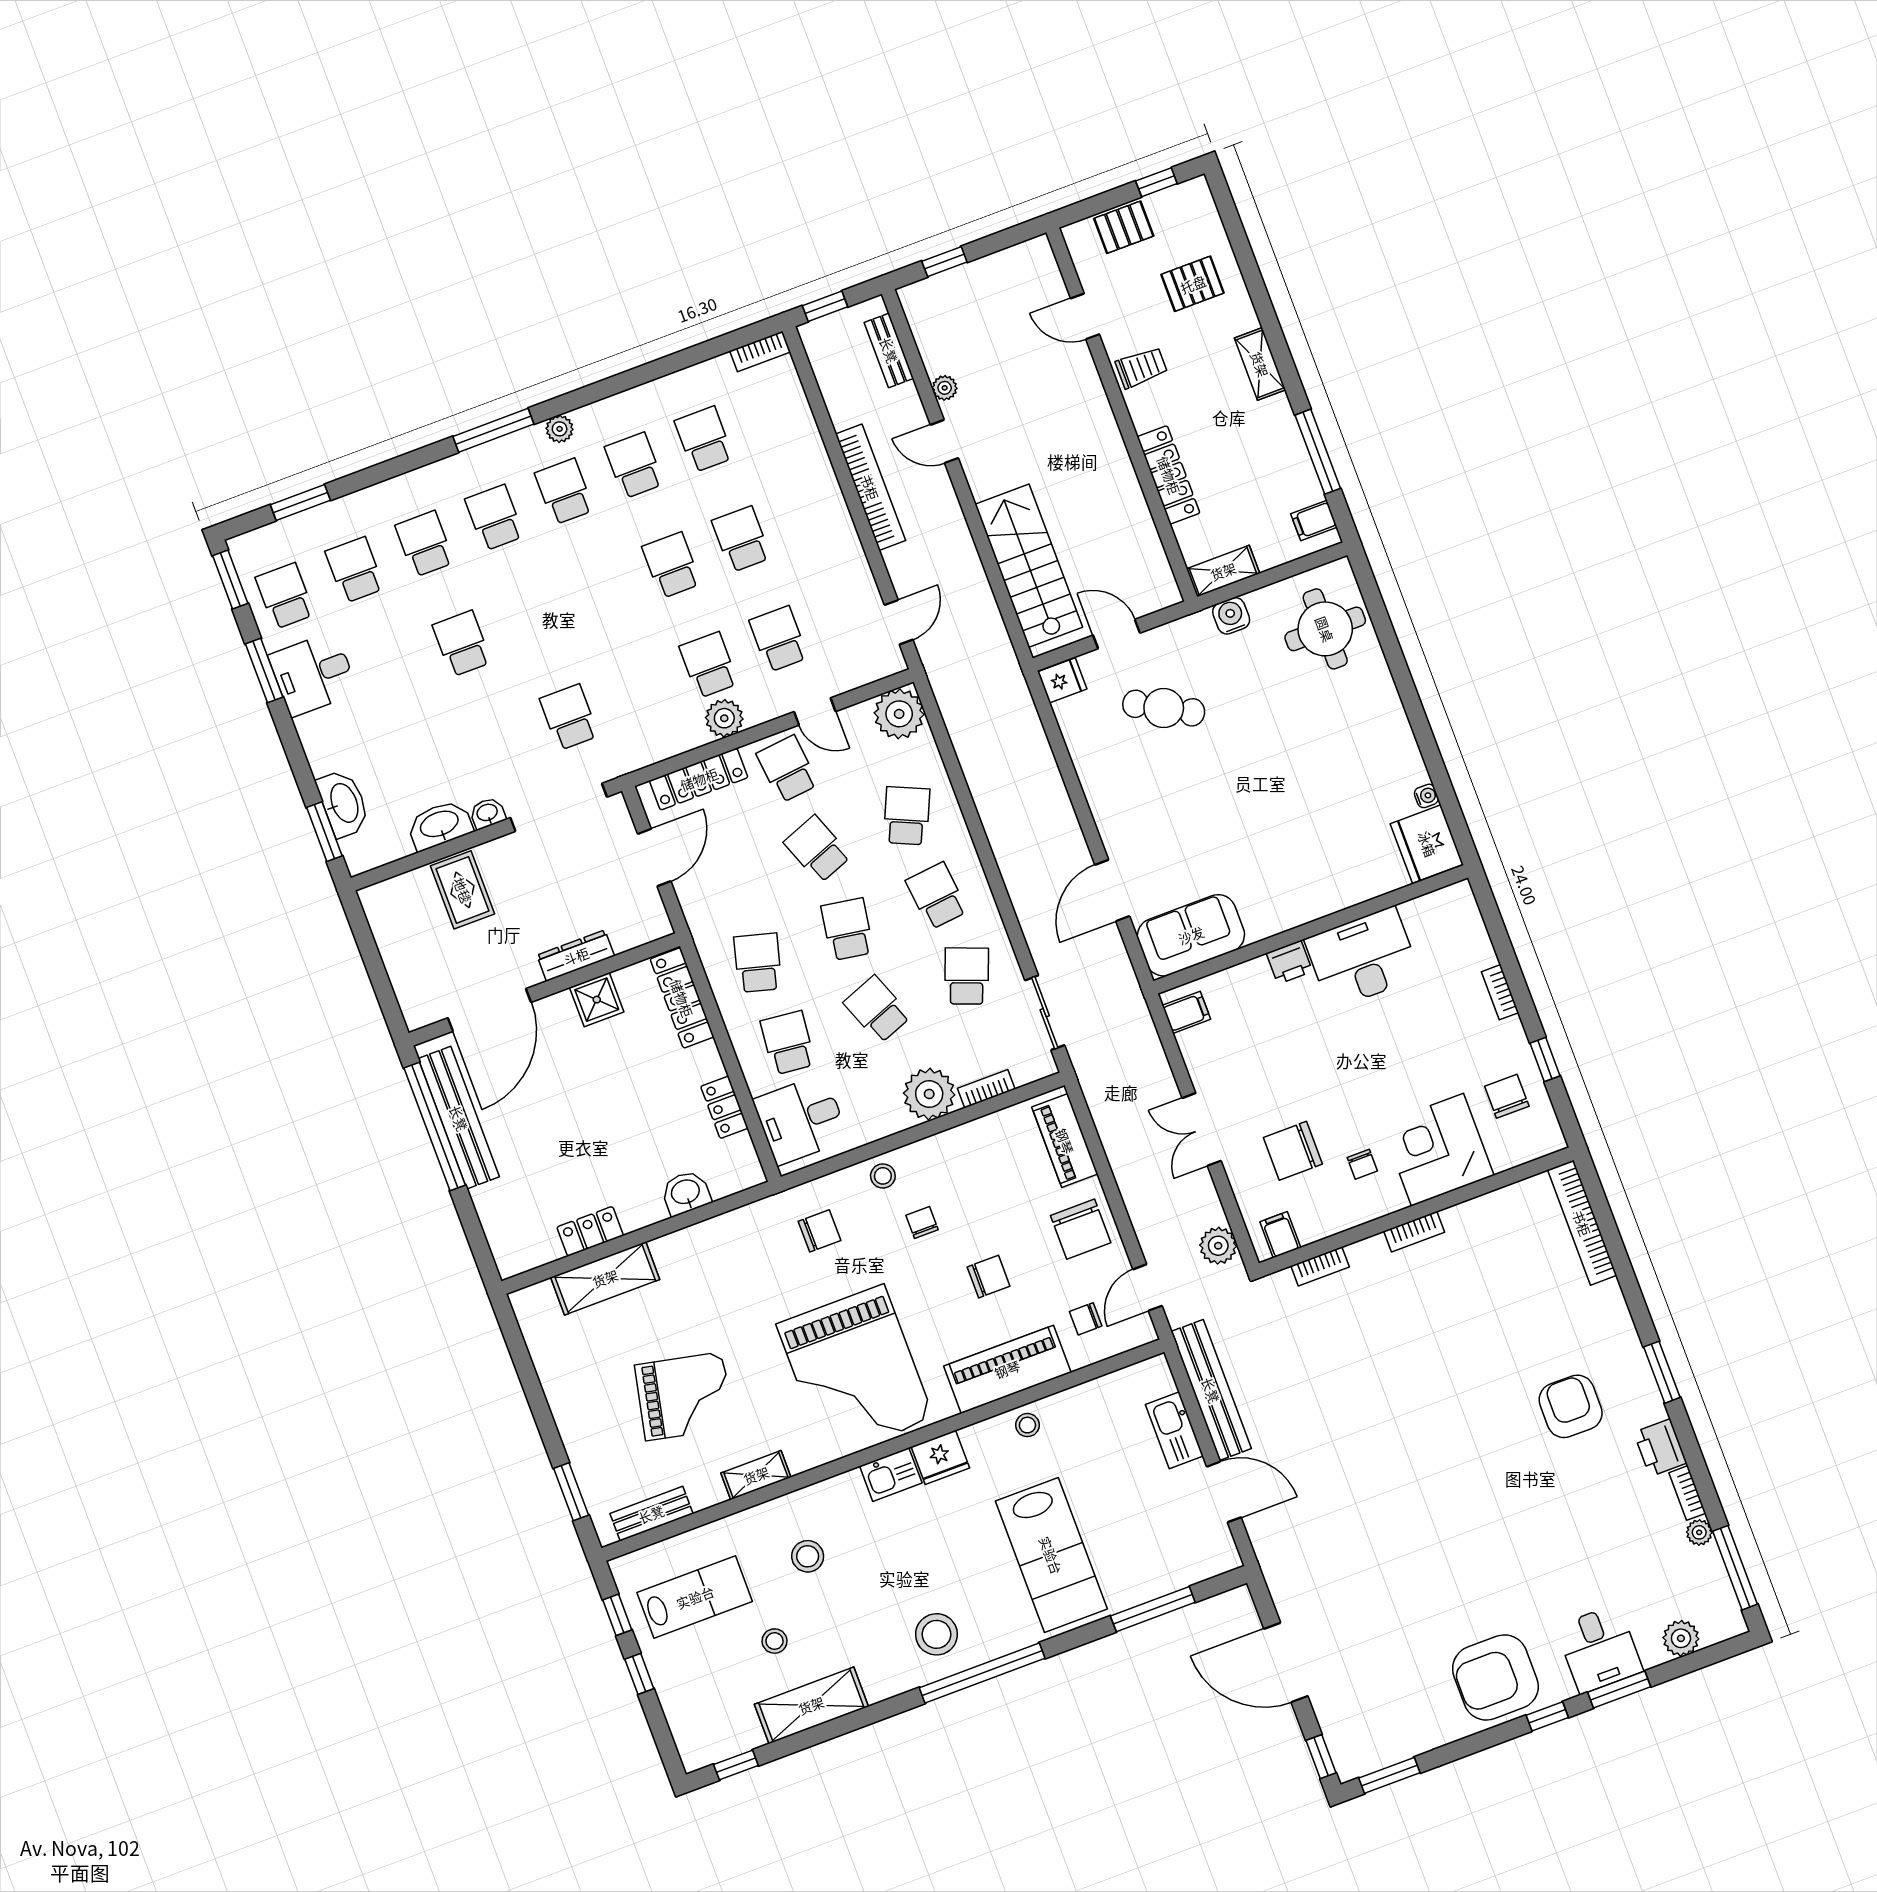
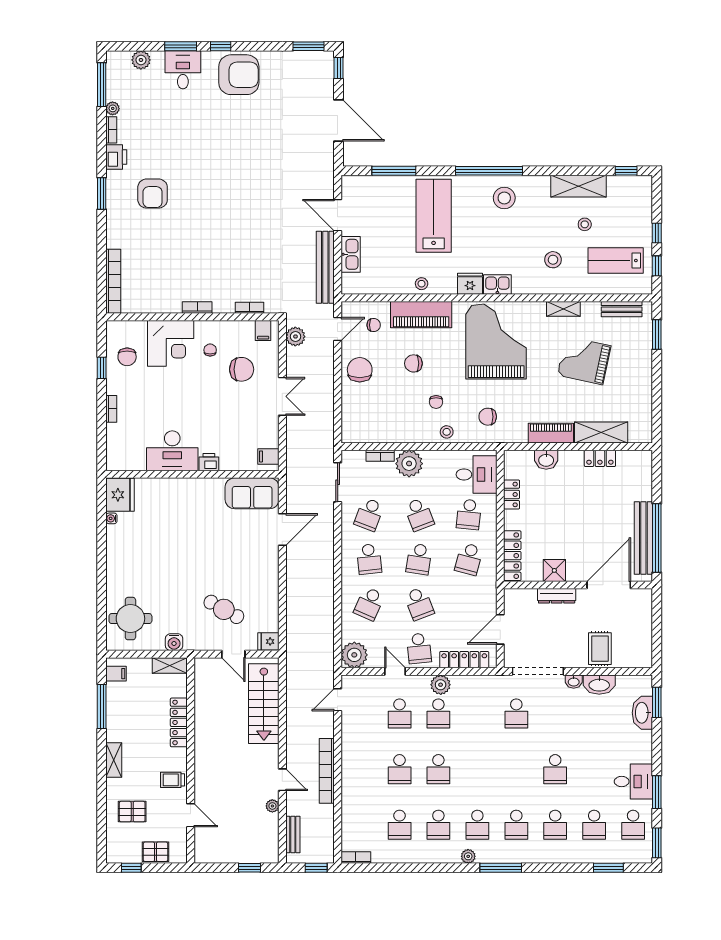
piano: (1065, 1141) -> (551, 433), moved, turned -90

